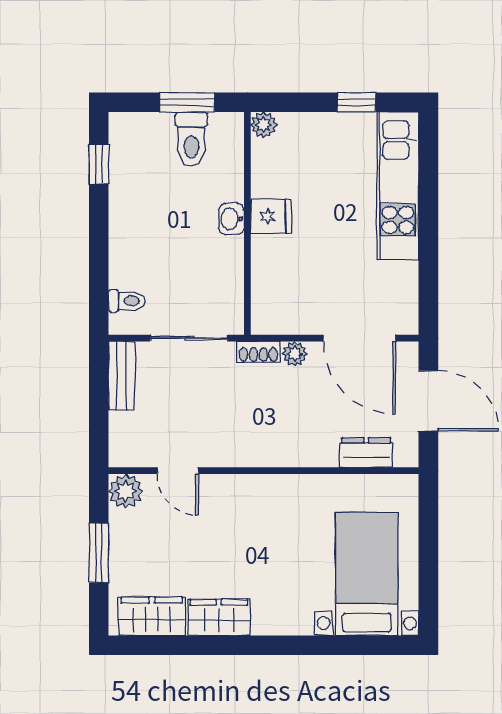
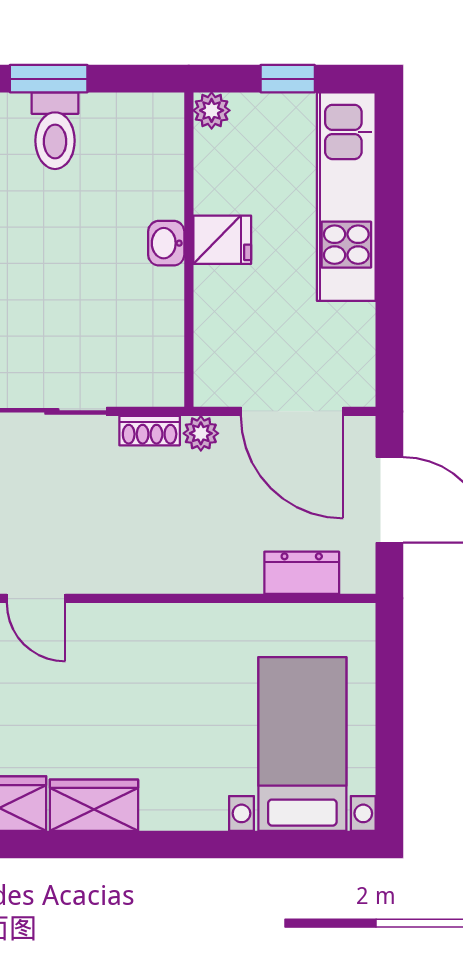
plant: (264, 125) -> (212, 110), moved
fridge: (271, 216) -> (222, 240), moved
washbasin: (231, 219) -> (166, 243), moved
wall: (247, 223) -> (189, 250), moved

